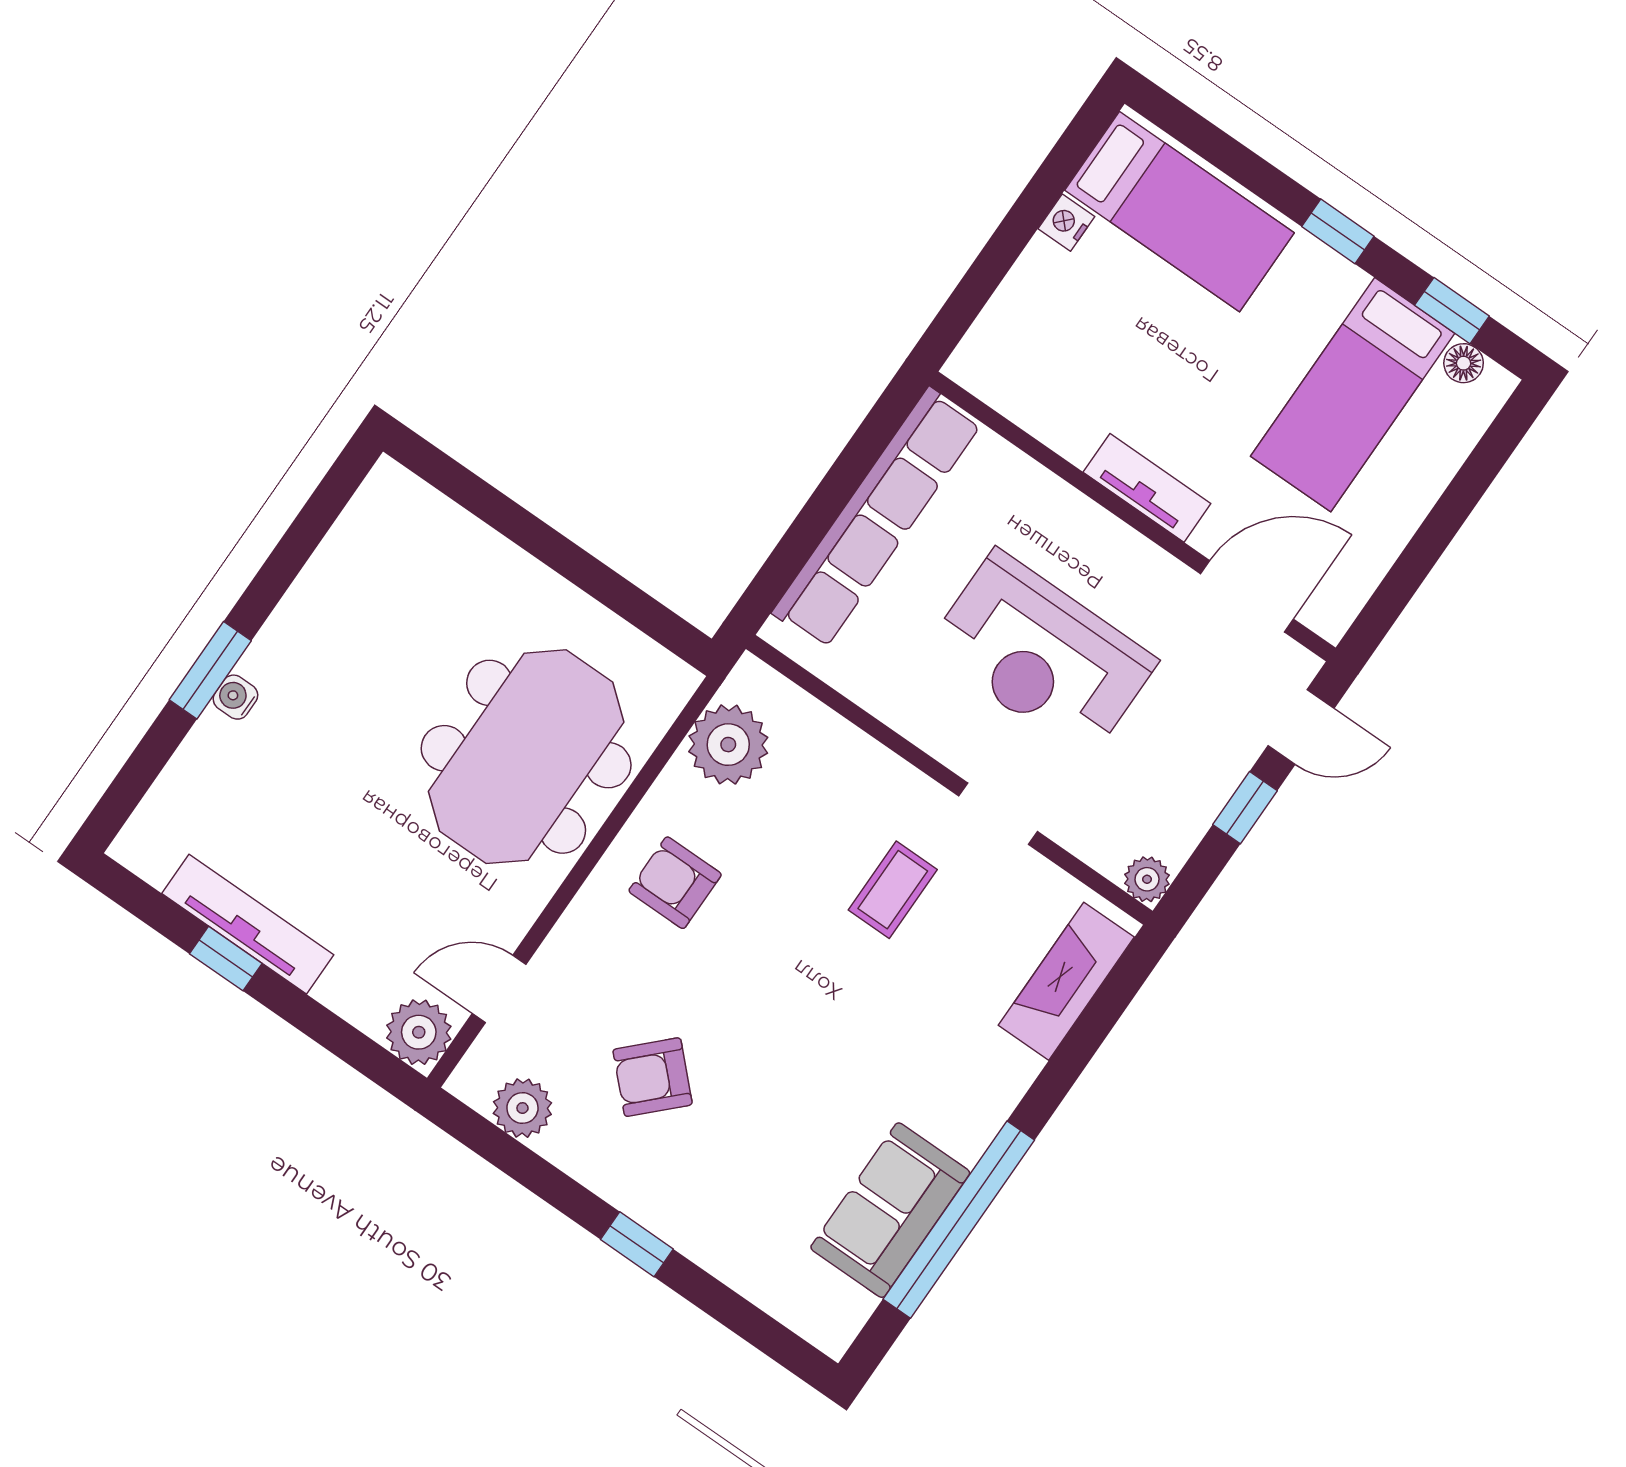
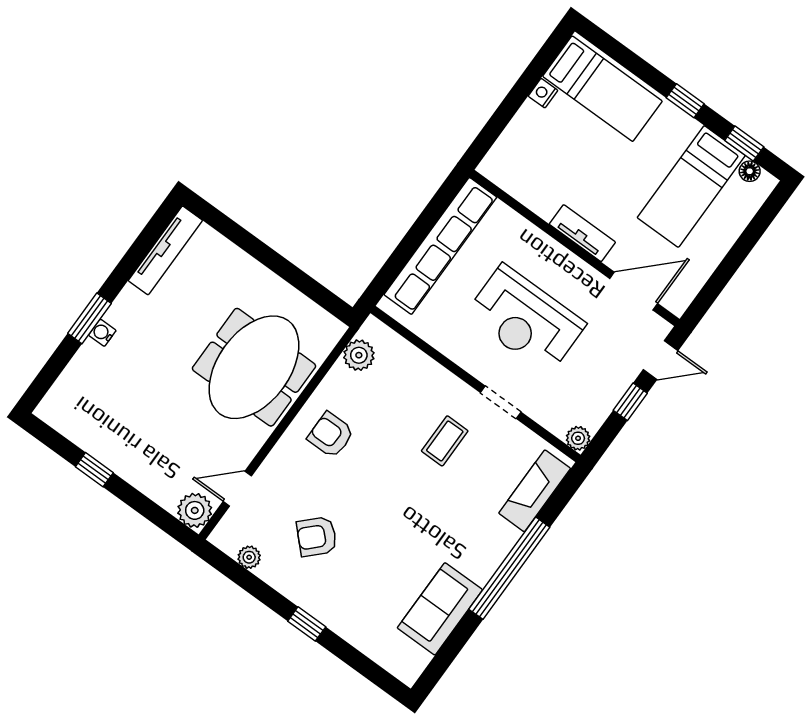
plant: (728, 745) -> (359, 355), width x0.73, depth x0.73
tv unit: (248, 924) -> (165, 250), moved, turned 90
plant: (522, 1108) -> (249, 557), width x0.73, depth x0.73
window: (959, 1220) -> (509, 568), moved

